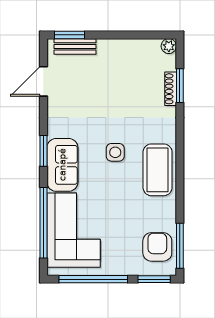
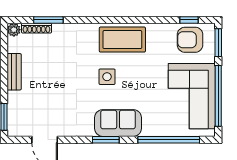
bench: (75, 46) -> (14, 72), moved
shoe rack: (171, 89) -> (36, 28), moved
corner sofa: (74, 230) -> (192, 96), moved, turned -90
window: (180, 246) -> (189, 20), width x0.46

